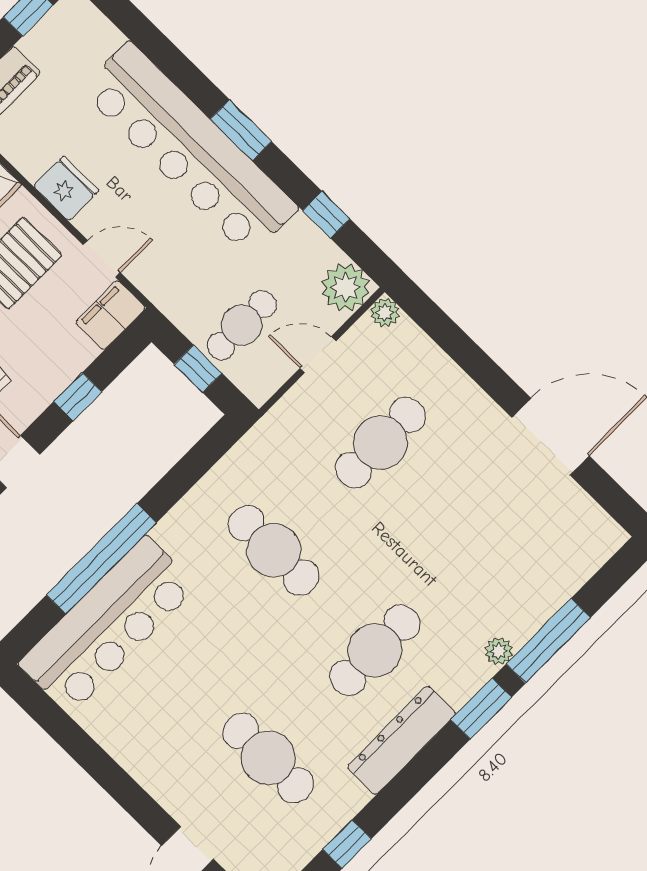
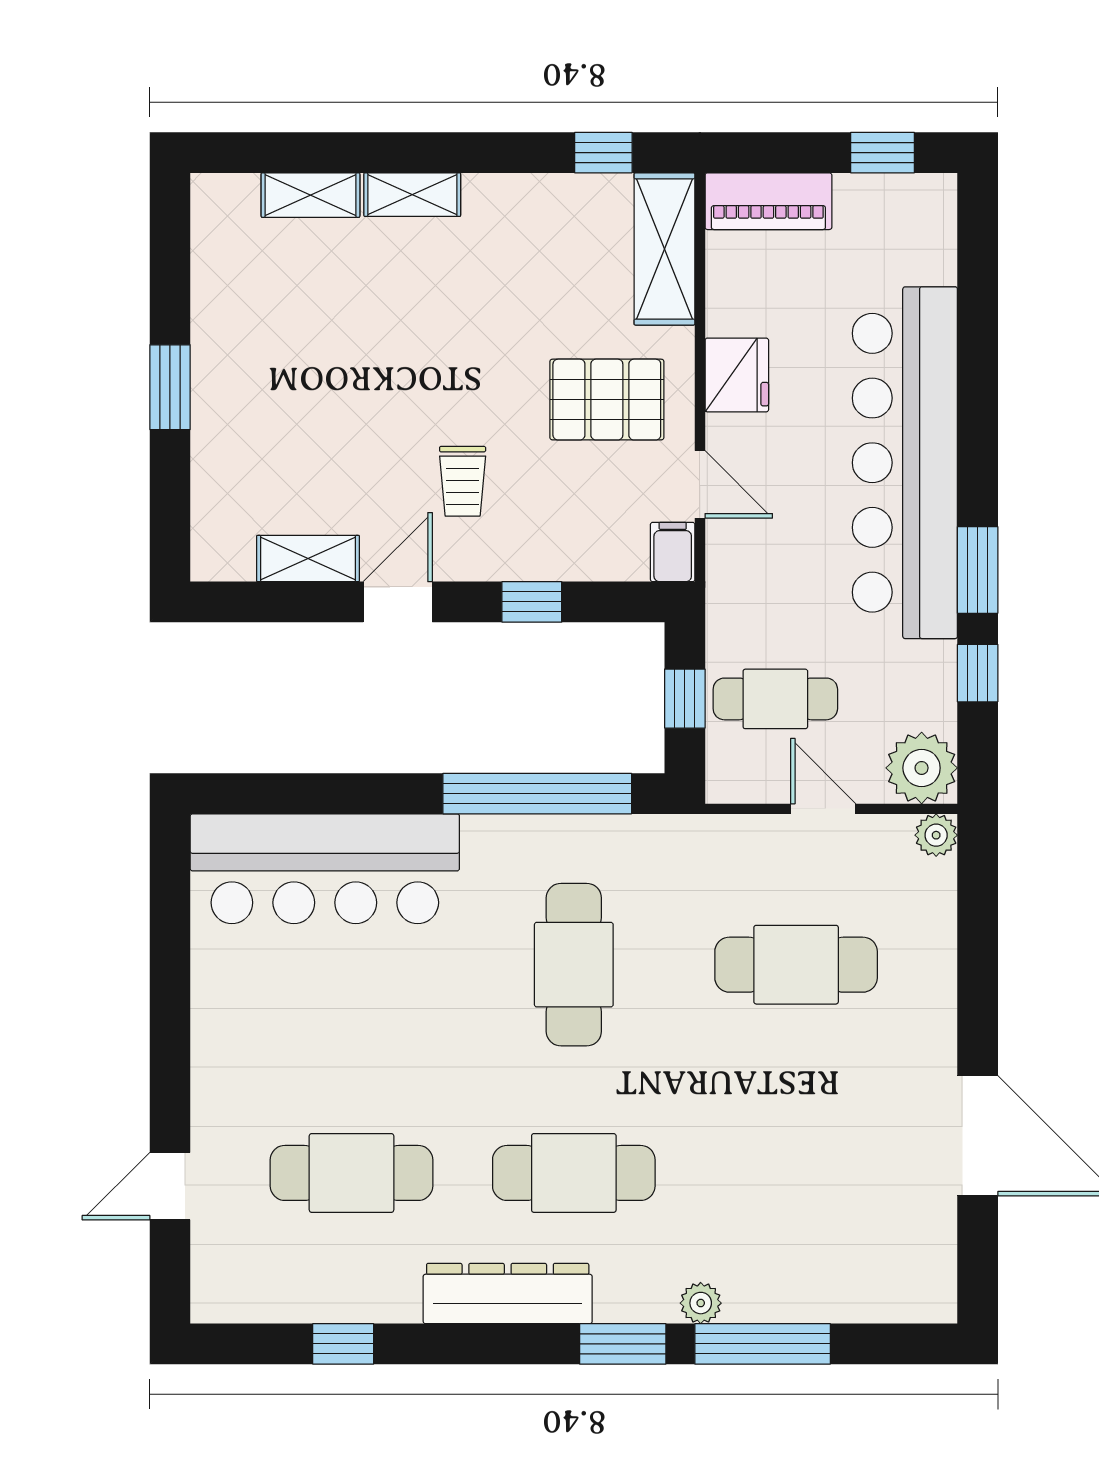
window: (241, 130) -> (978, 570), moved
filing cabinet: (111, 315) -> (673, 552), width x0.50
window: (101, 559) -> (537, 794), moved
cafe table: (268, 758) -> (351, 1173), turned 90

